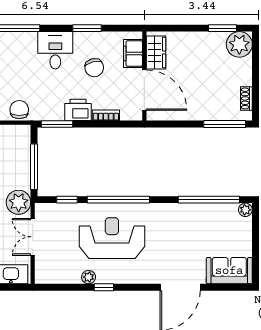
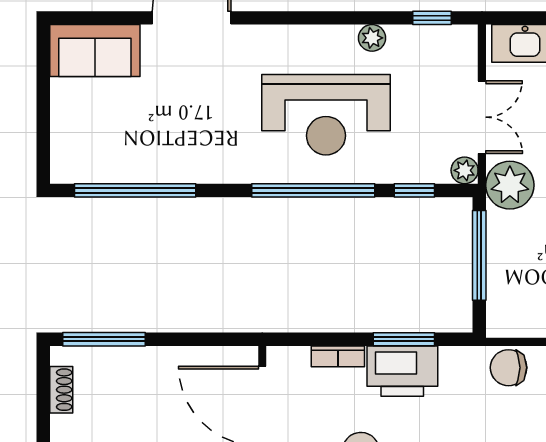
chair: (19, 110) -> (509, 368), turned 90
printer: (78, 110) -> (402, 371), width x1.37, depth x1.19
window: (57, 124) -> (404, 339), moved
plant: (245, 210) -> (465, 170), moved
window: (104, 287) -> (432, 18), moved

